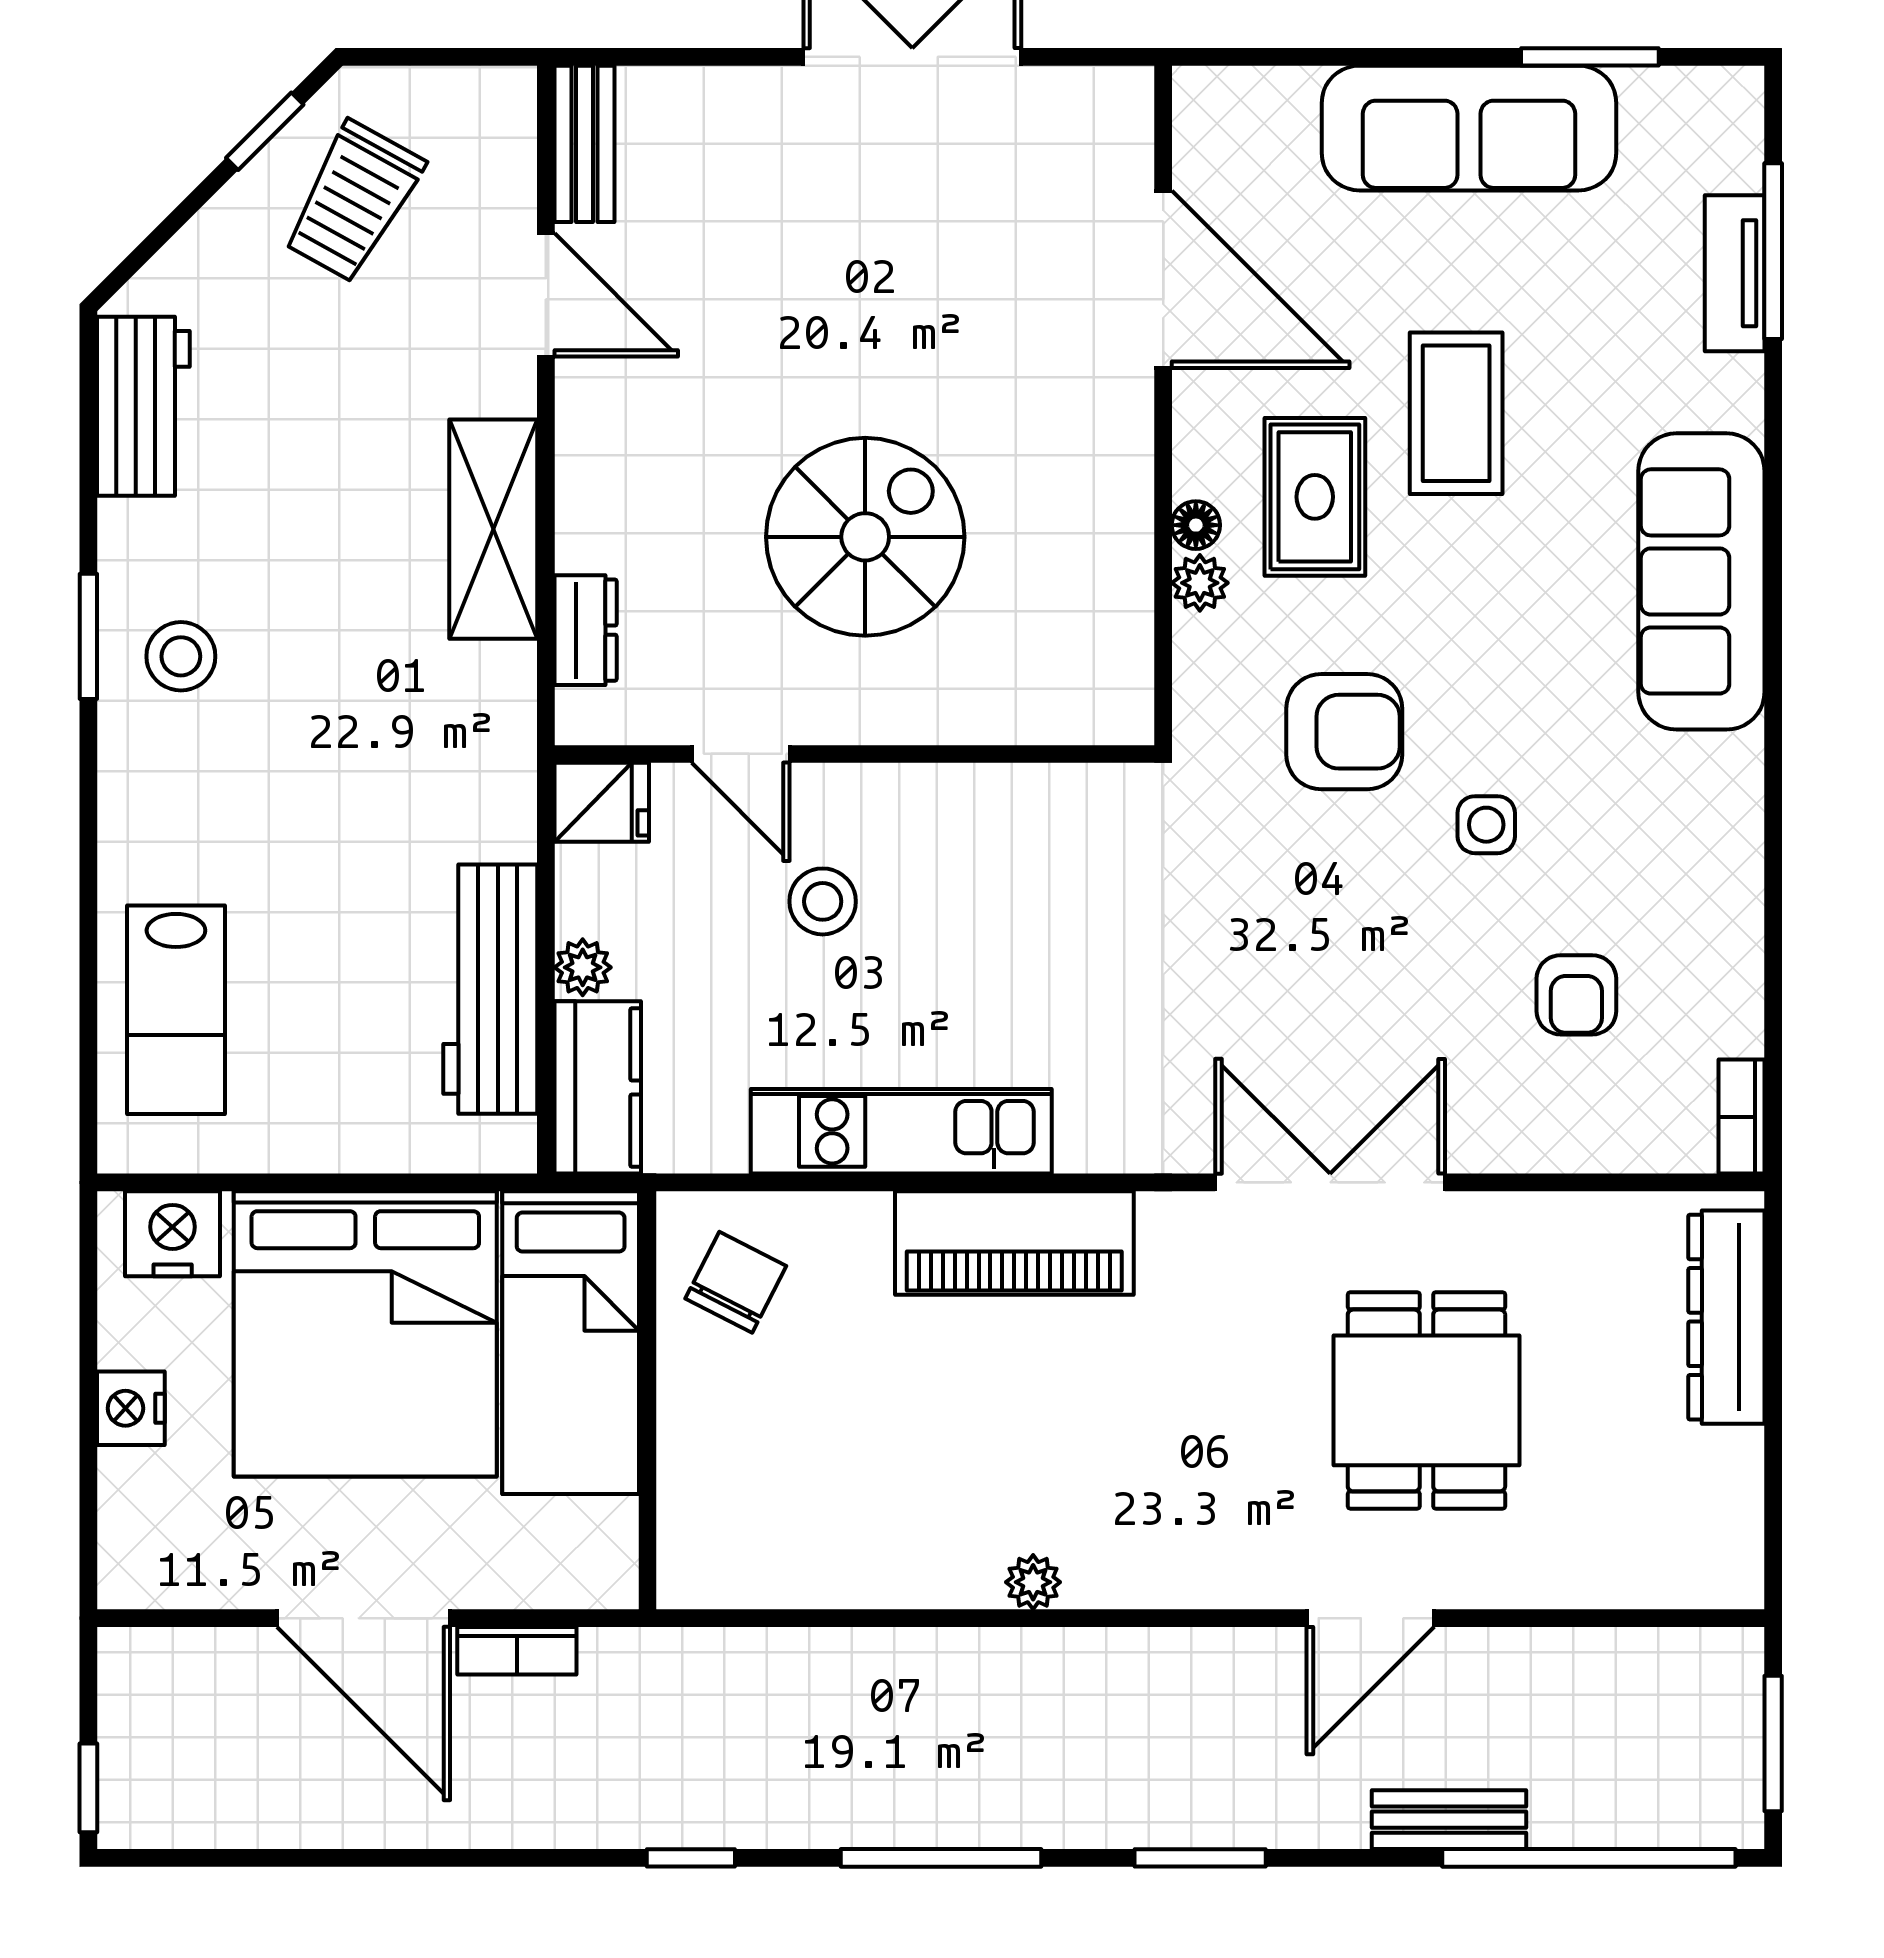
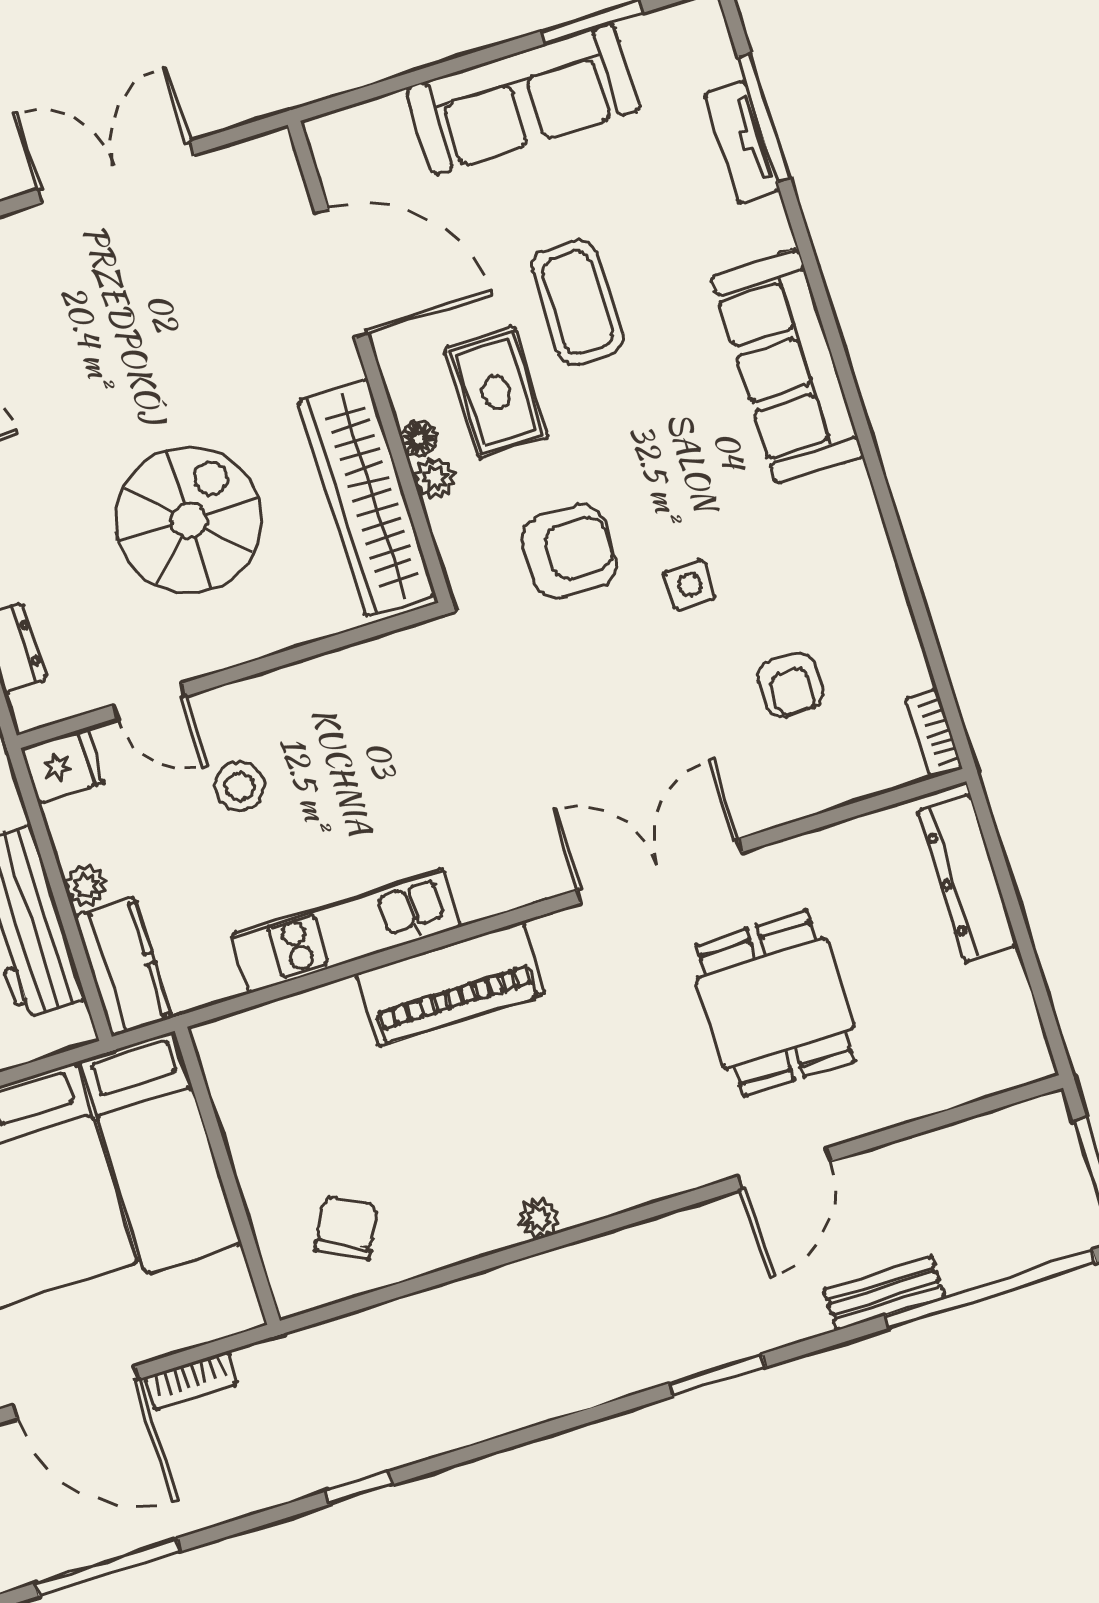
wardrobe: (1105, 581) -> (367, 498), added
chair: (736, 1282) -> (346, 1228), moved
window: (941, 1858) -> (108, 1567), moved

